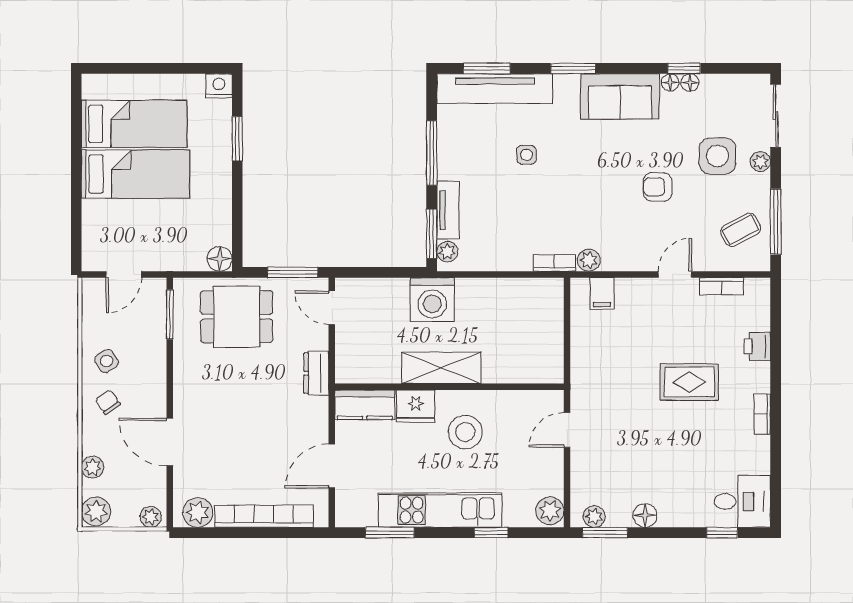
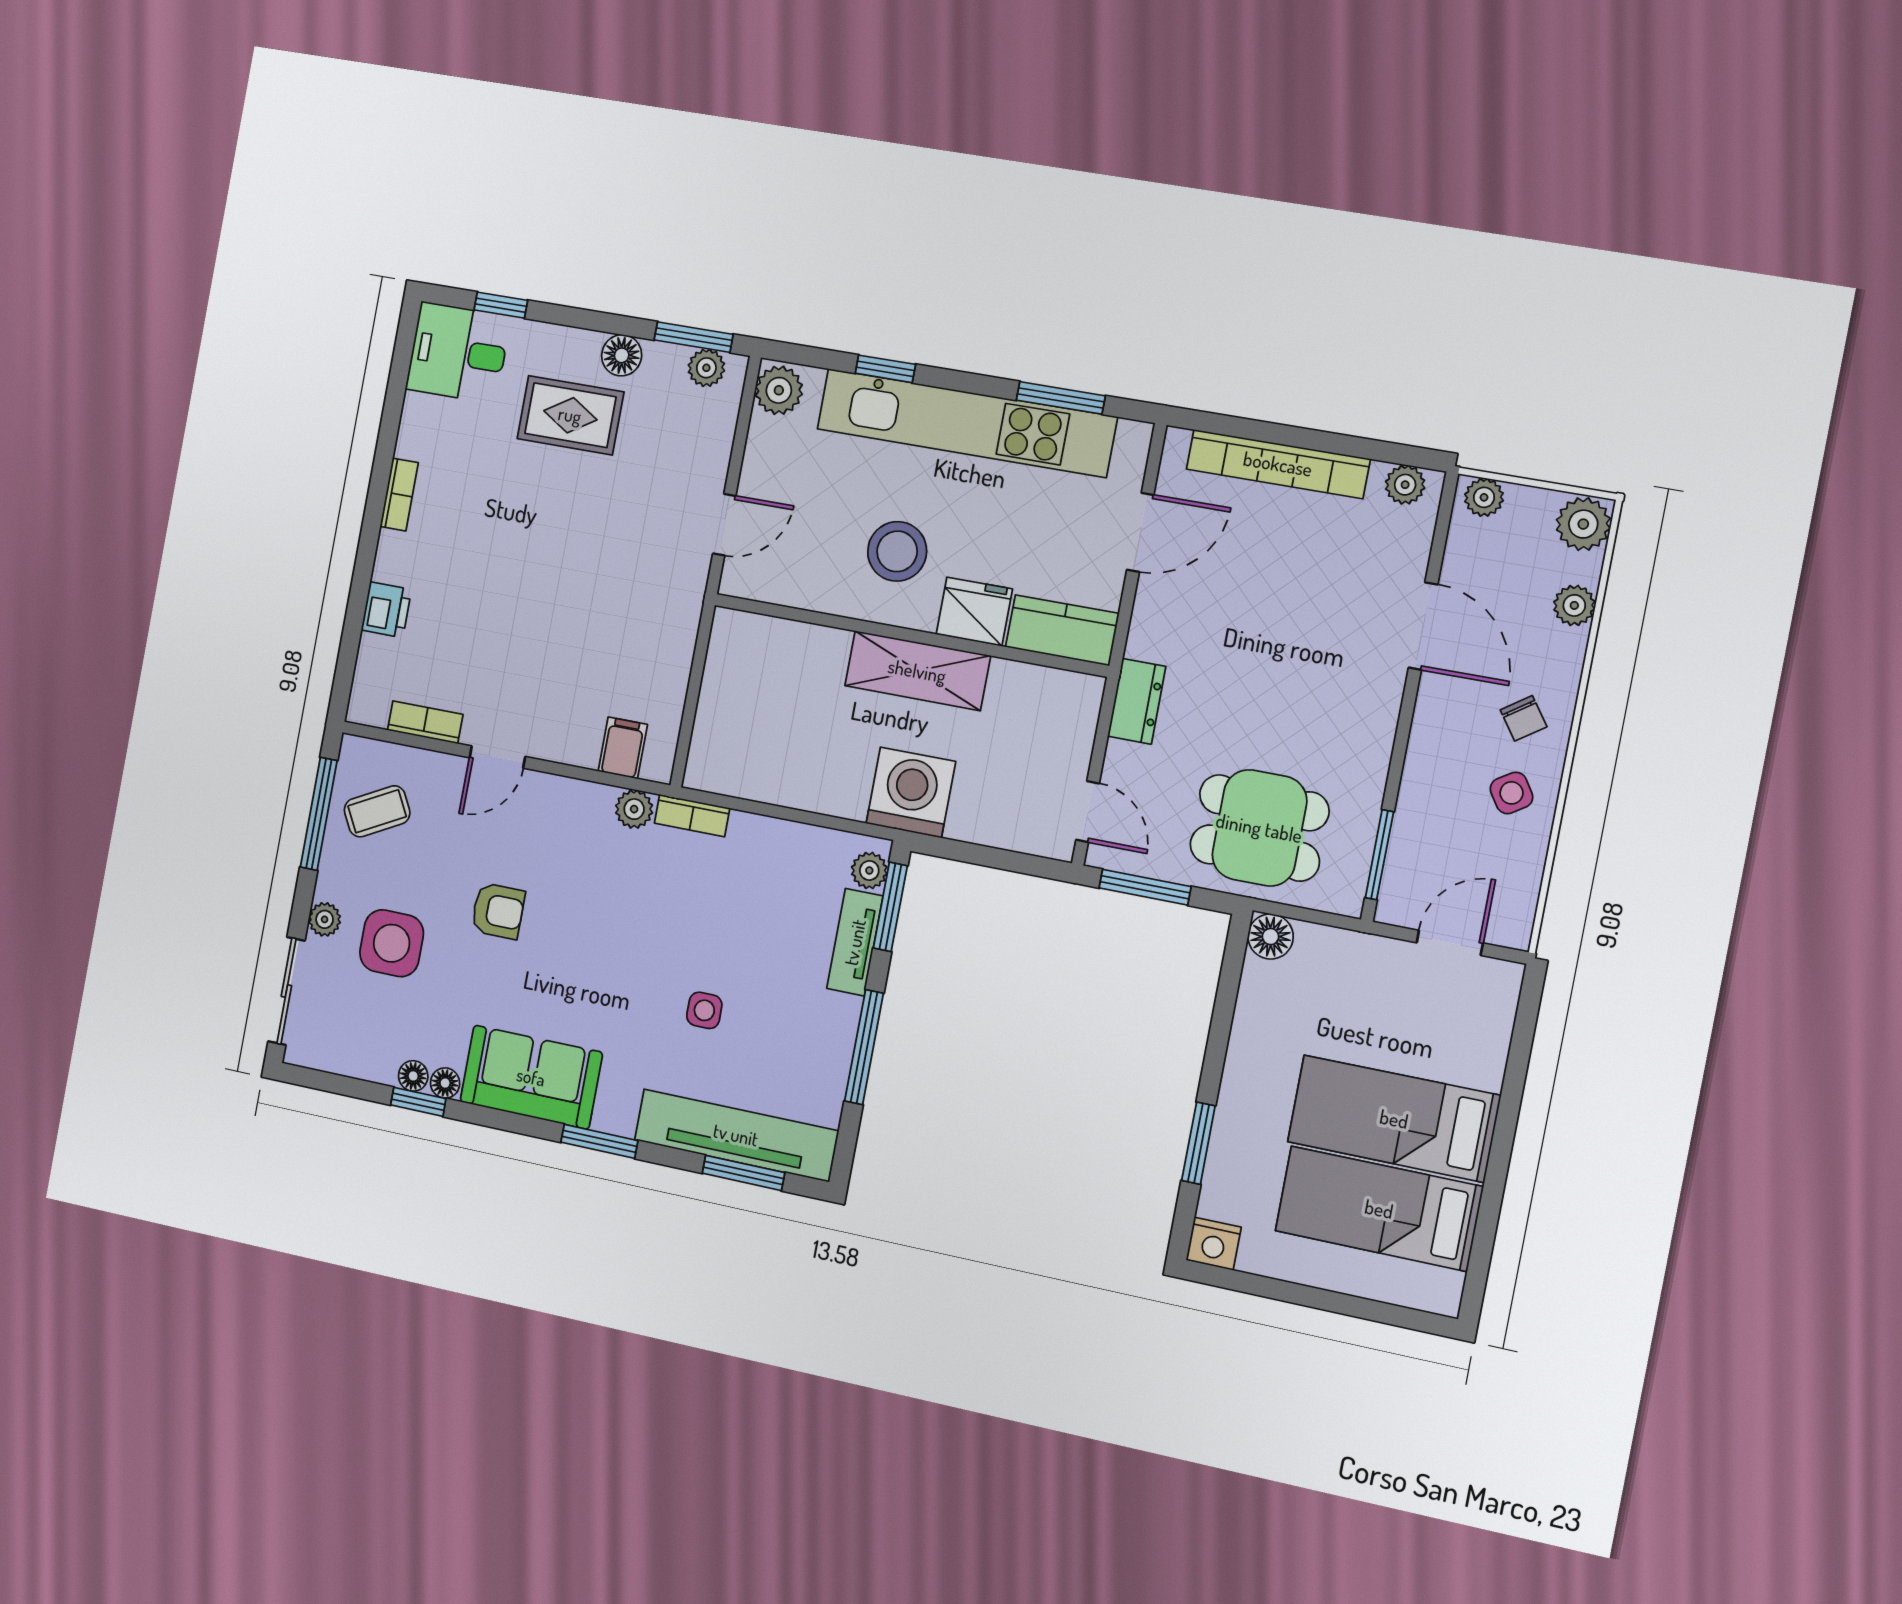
rug: (689, 382) -> (570, 415), moved
kitchen unit: (440, 510) -> (966, 423), width x1.36
plant: (198, 513) -> (1405, 485), width x0.73, depth x0.73

